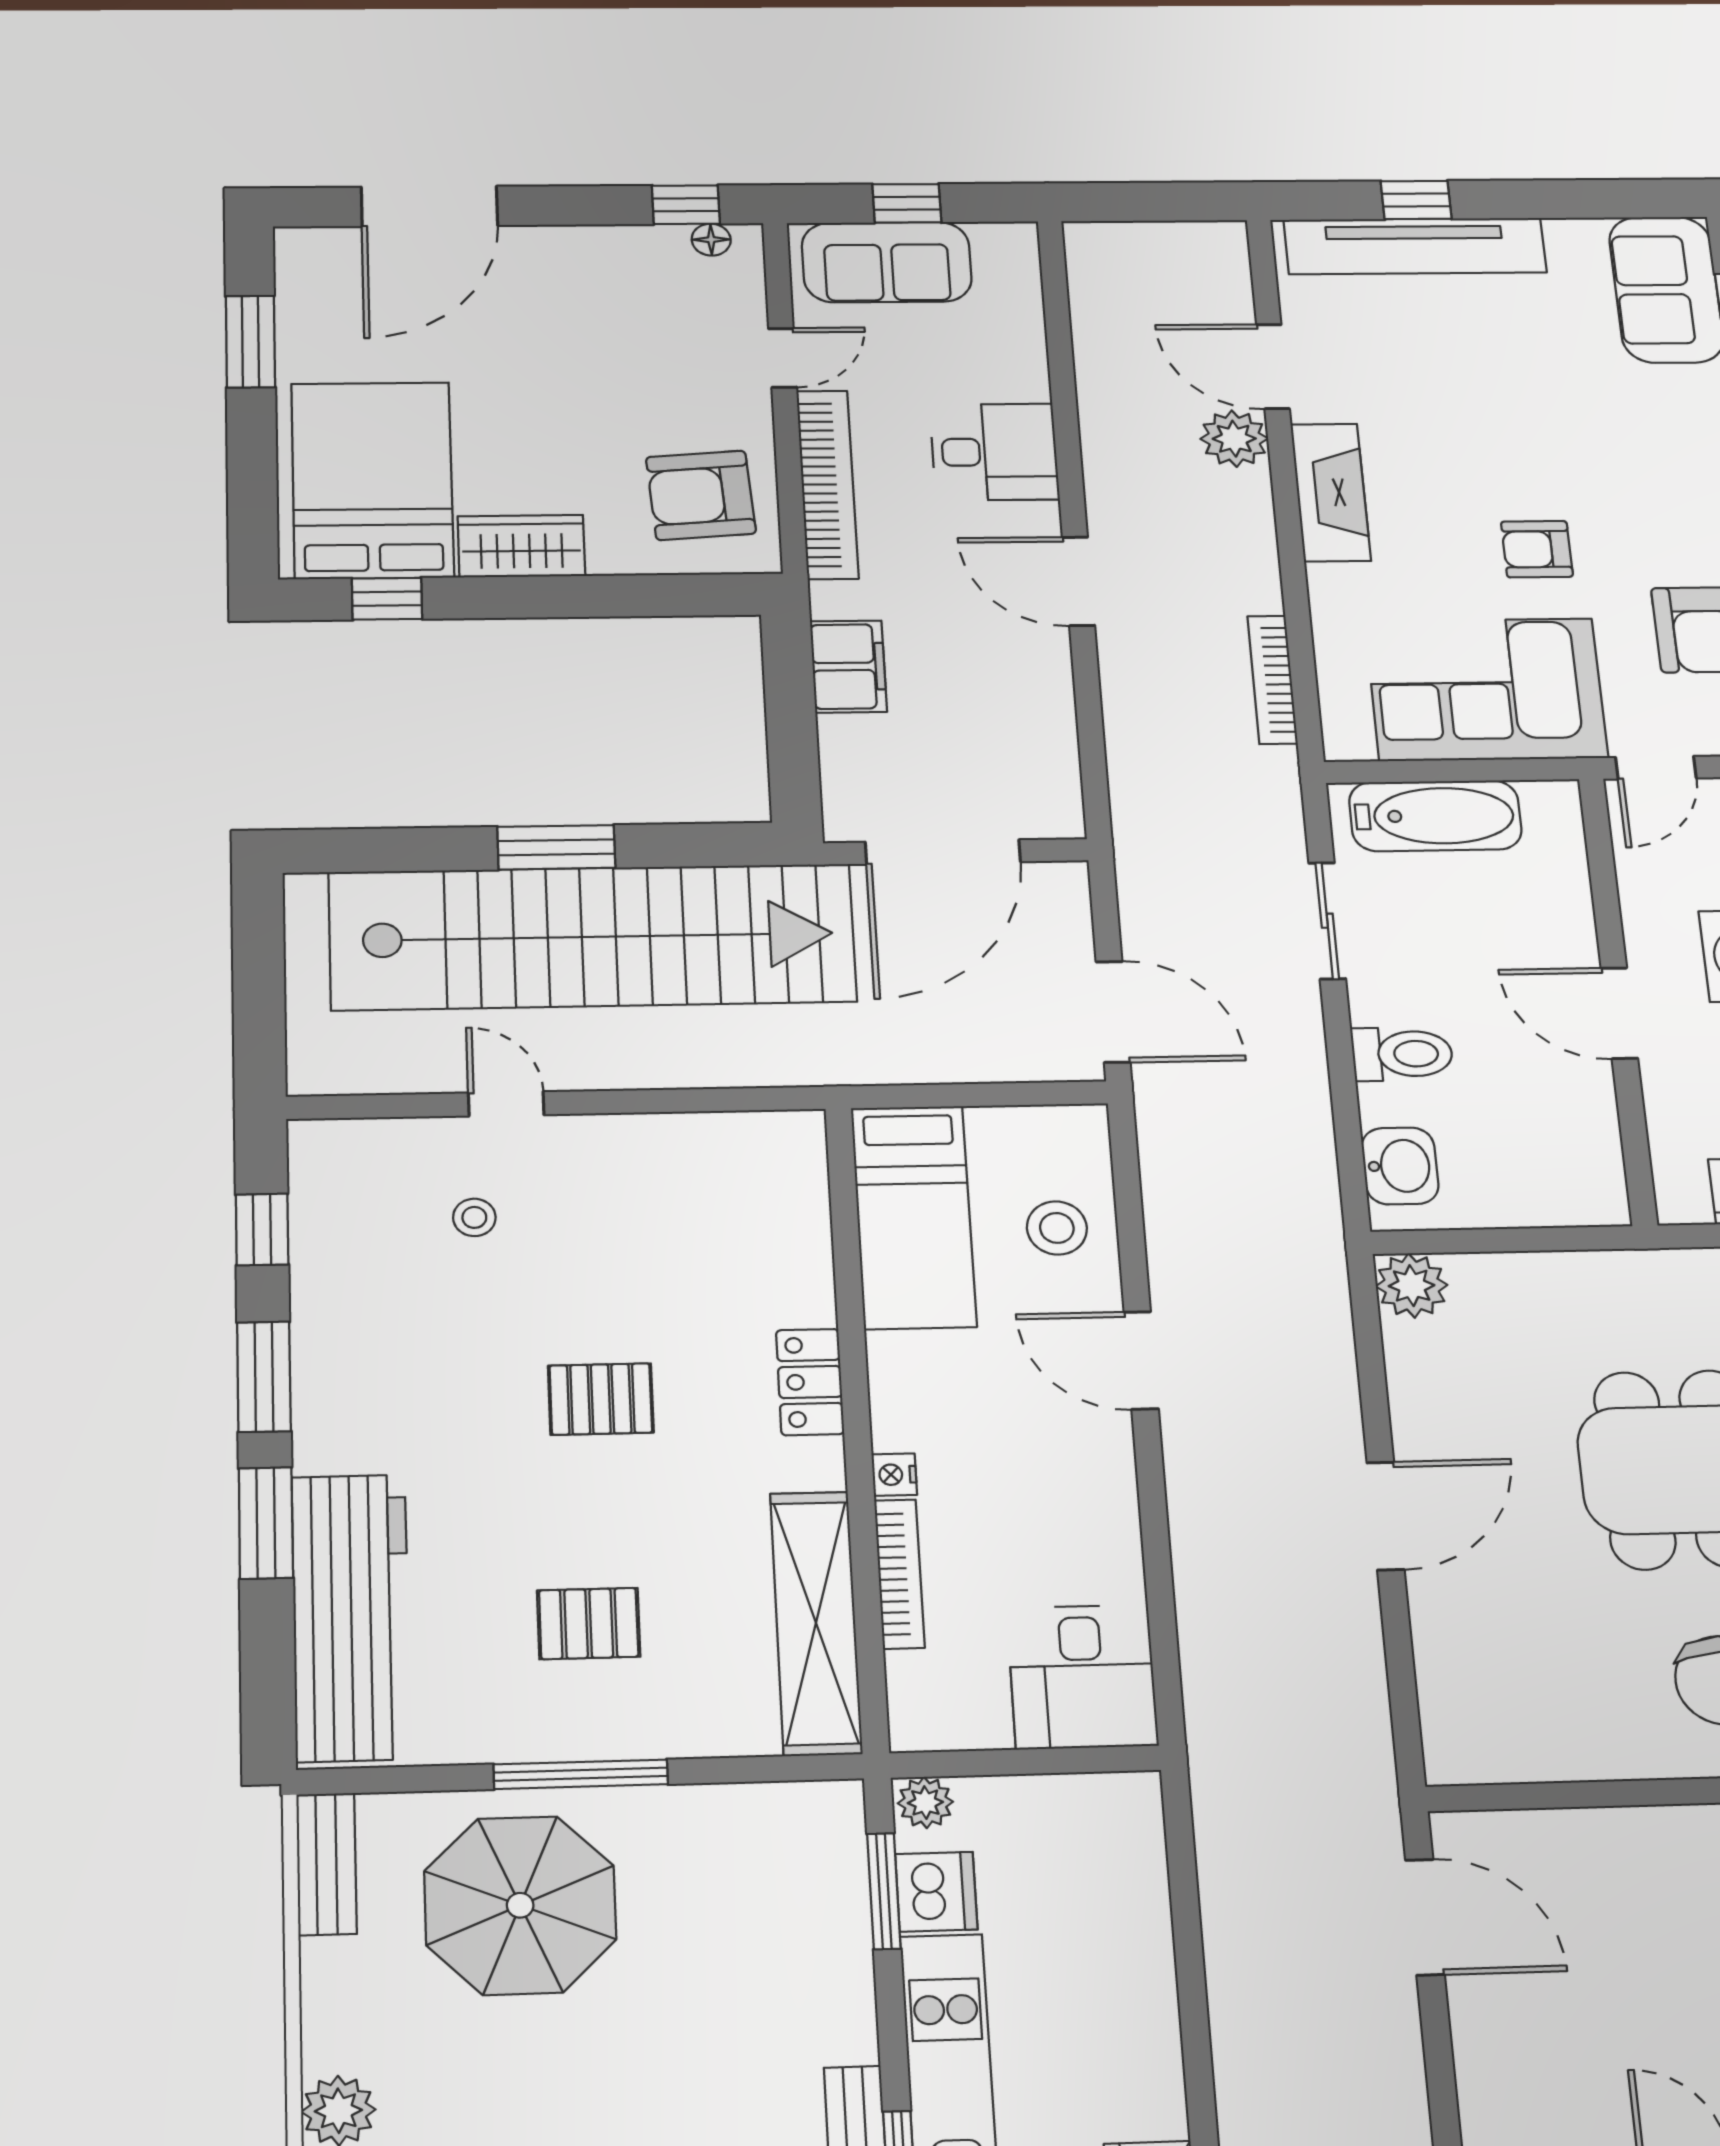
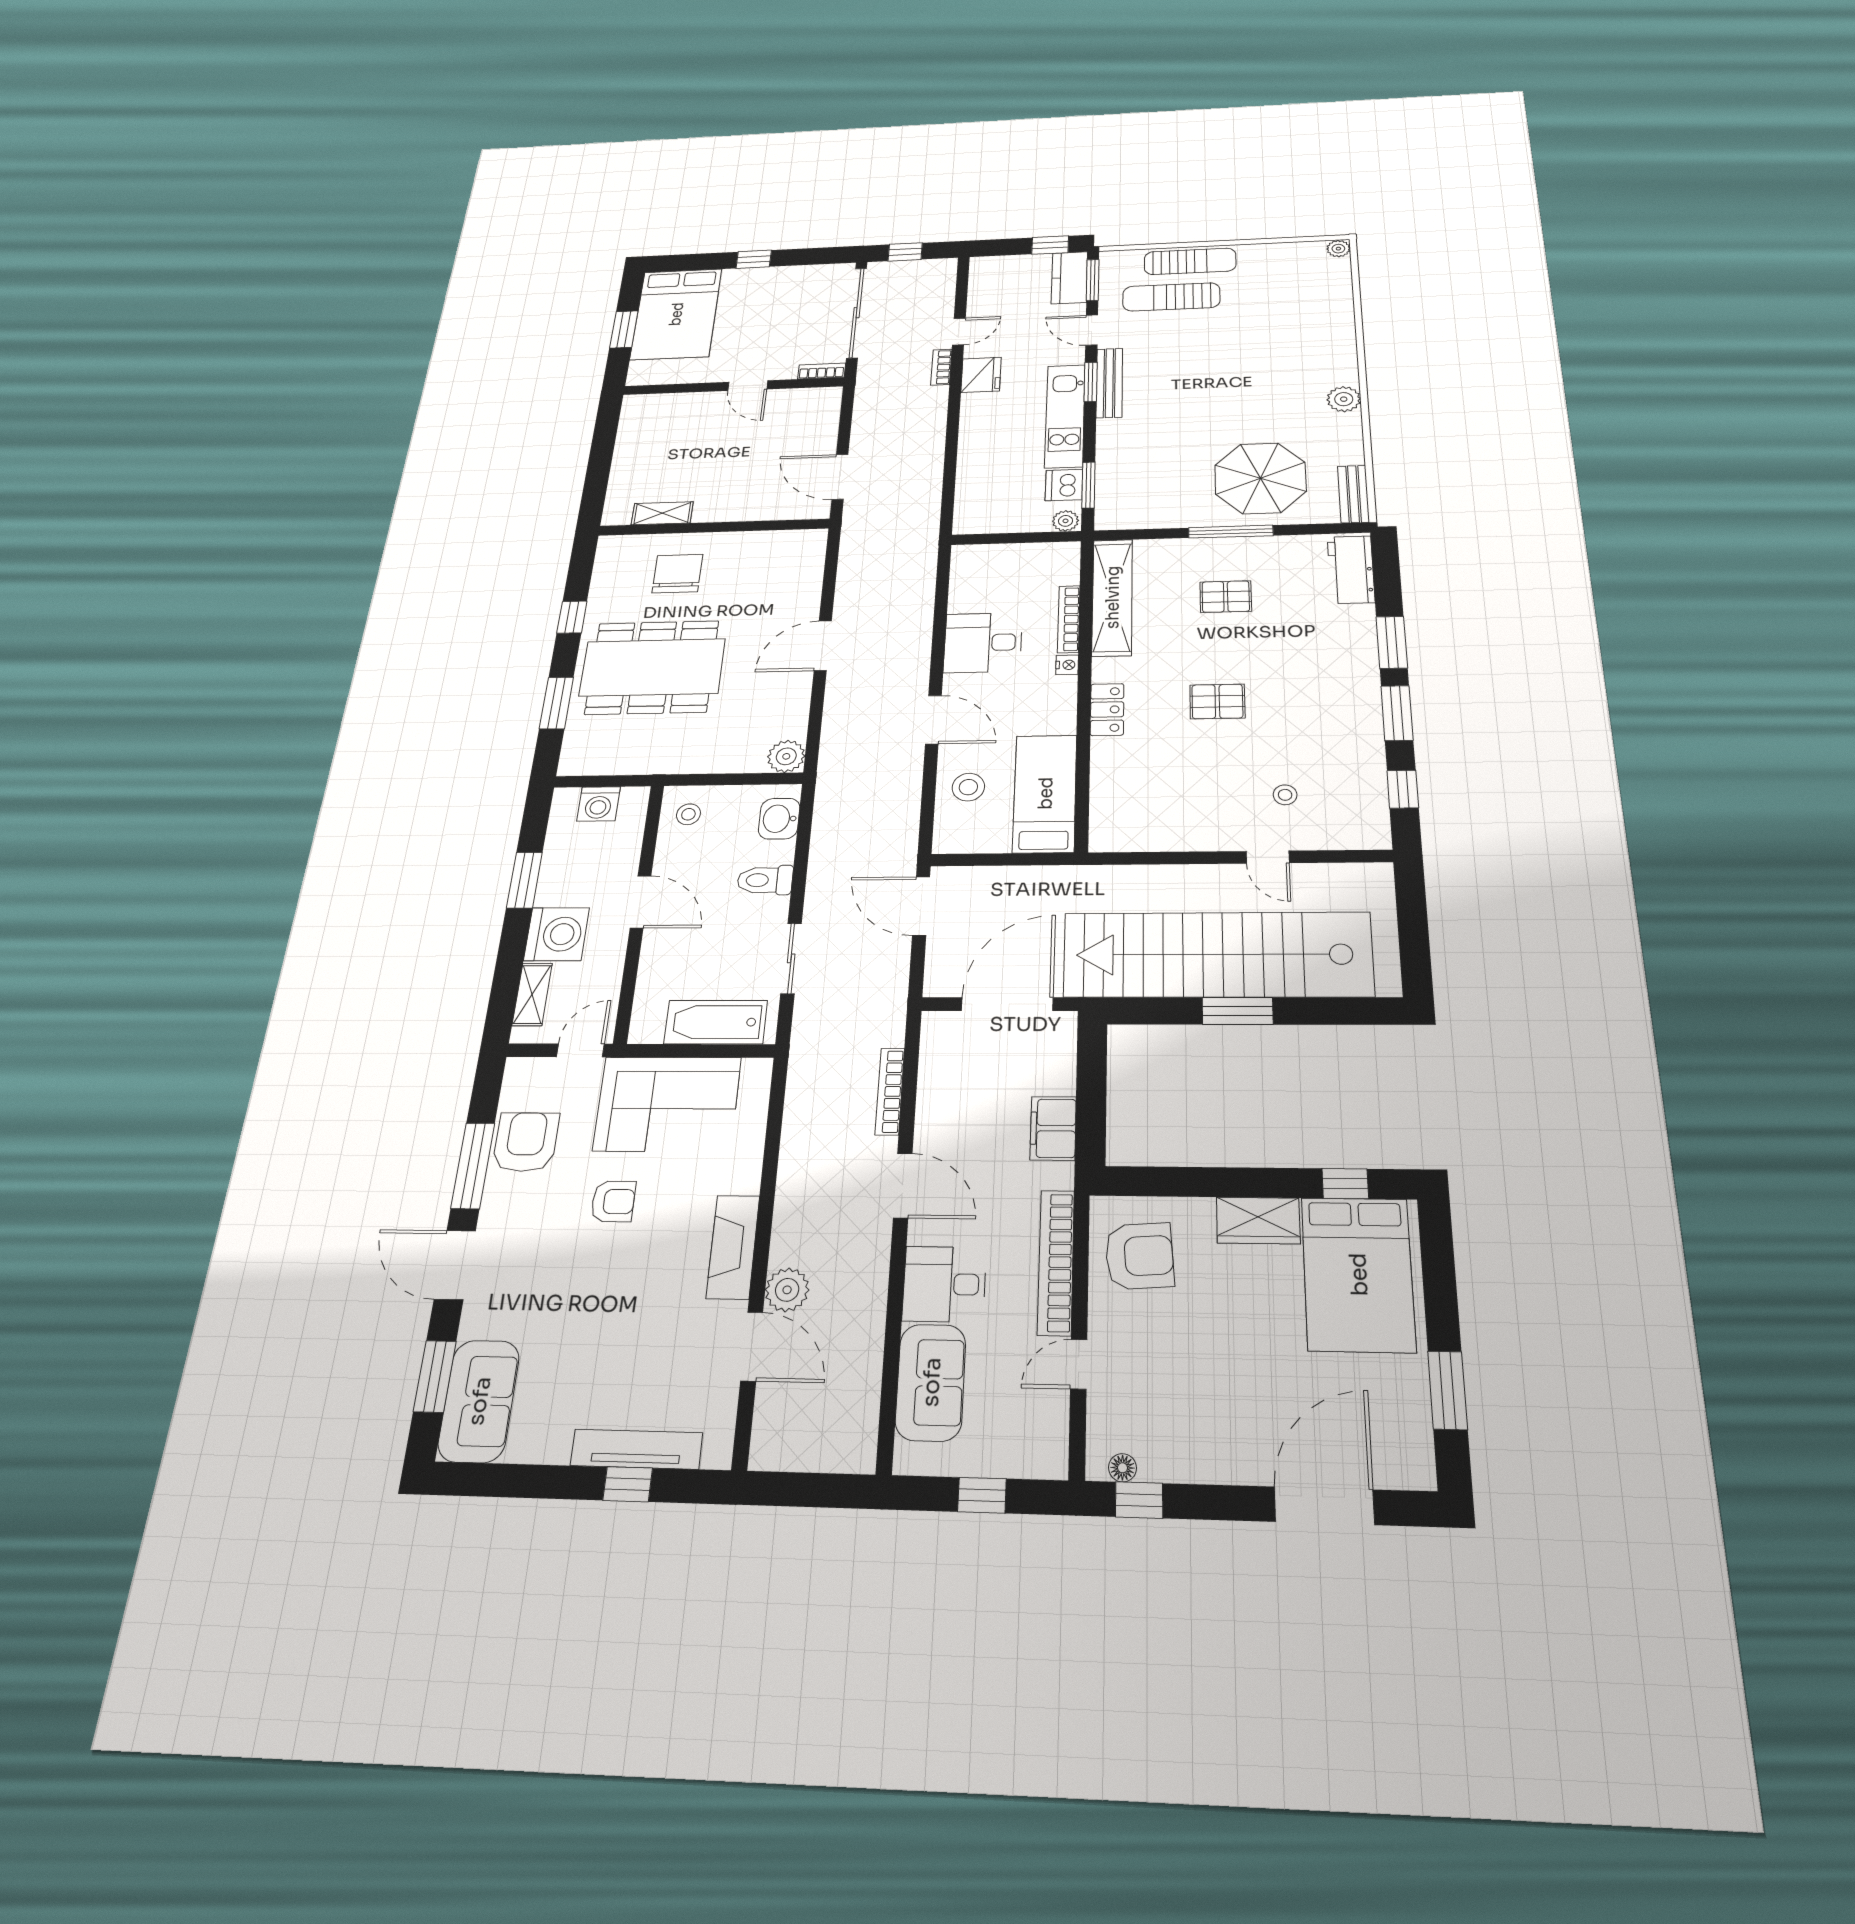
tv unit: (1415, 246) -> (636, 1449), width x0.73, depth x0.78
sofa: (887, 262) -> (931, 1382), moved, turned 90
bookcase: (1272, 680) -> (890, 1091), moved, turned 180
stool: (1572, 1173) -> (688, 814), added
workbench: (351, 1617) -> (1351, 570), width x0.53, depth x0.76
desk: (1082, 1677) -> (983, 643), moved, turned -90

